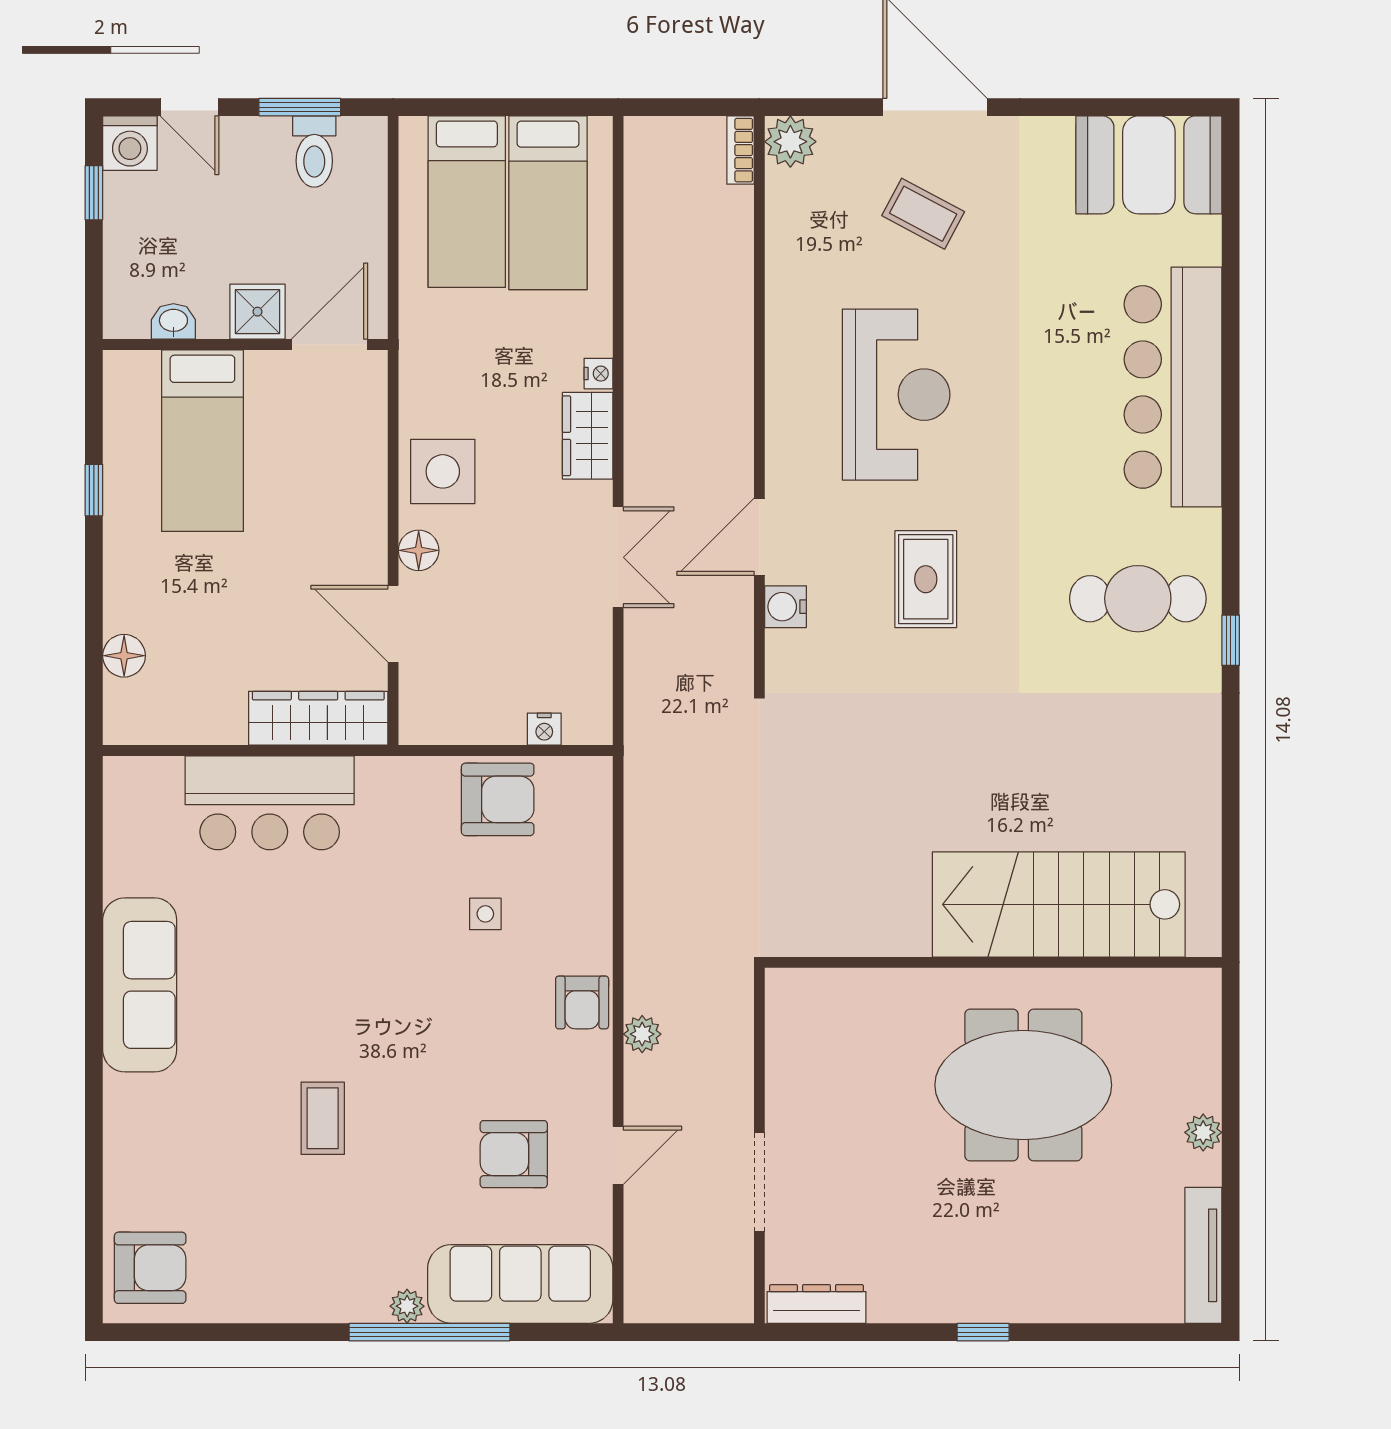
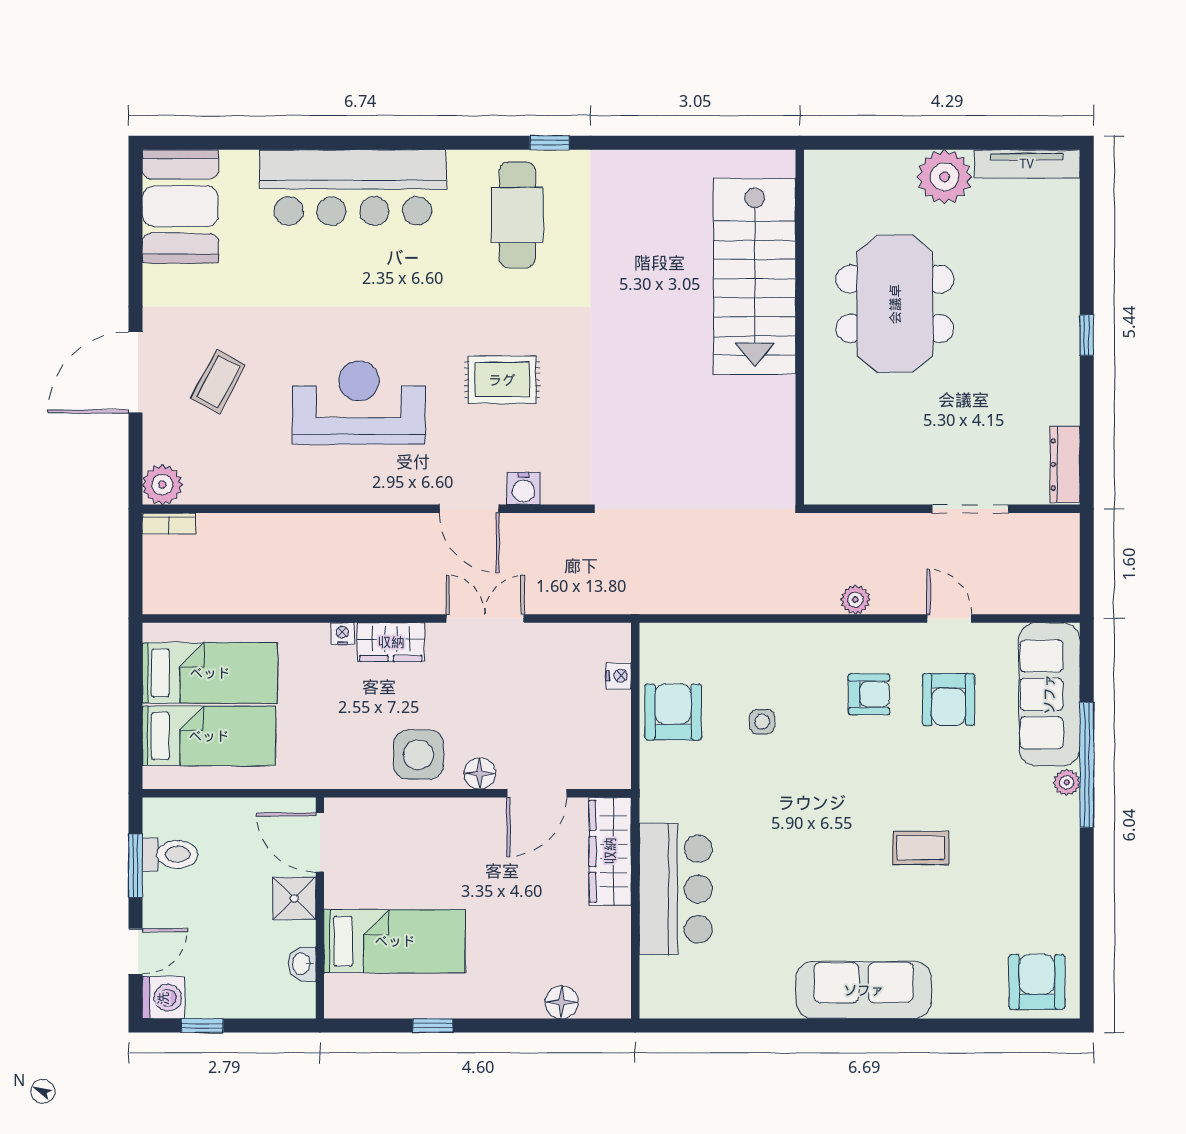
sofa: (140, 985) -> (864, 990), moved
armchair: (582, 1002) -> (869, 694), moved
plant: (1203, 1132) -> (944, 177), width x1.88, depth x1.88

